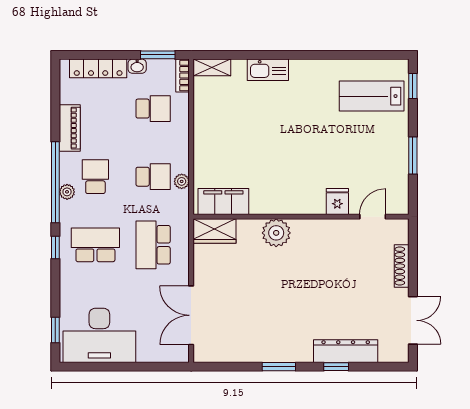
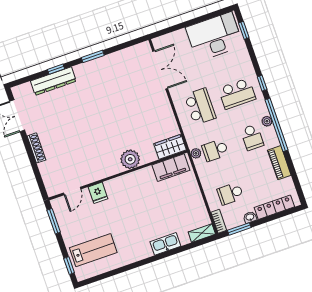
filing cabinet: (223, 202) -> (171, 168), moved
fridge: (337, 202) -> (98, 193), moved
wall: (301, 217) -> (118, 175), moved
door: (373, 217) -> (72, 191), moved
wardrobe: (214, 231) -> (170, 147), moved
plant: (276, 233) -> (130, 159), moved

